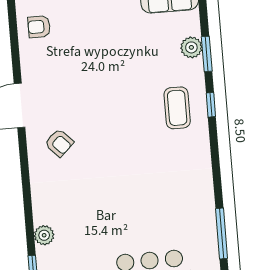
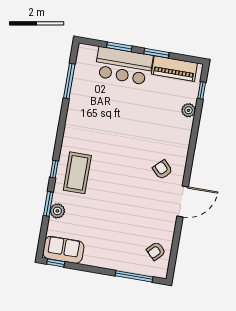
armchair: (39, 27) -> (156, 251), turned 134
coffee table: (177, 108) -> (77, 173), width x1.36, depth x1.32

